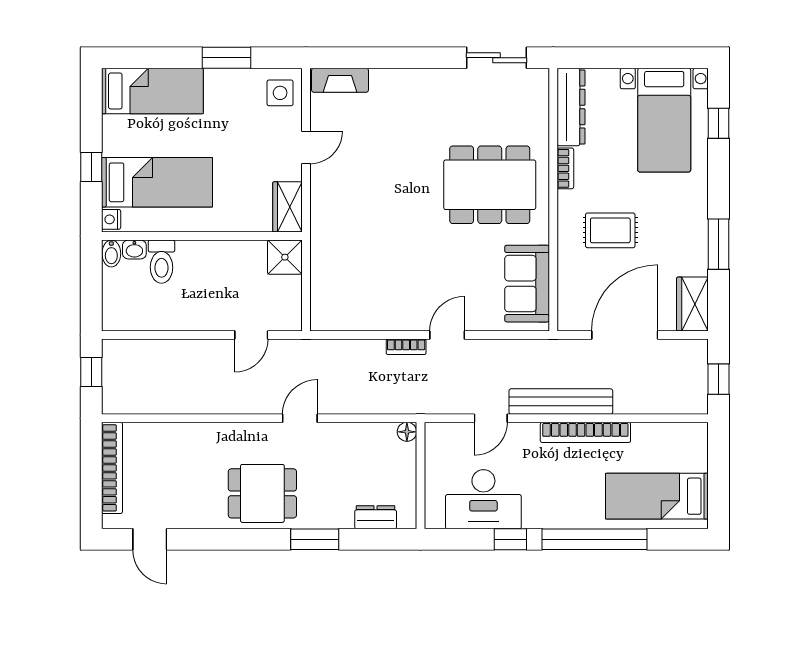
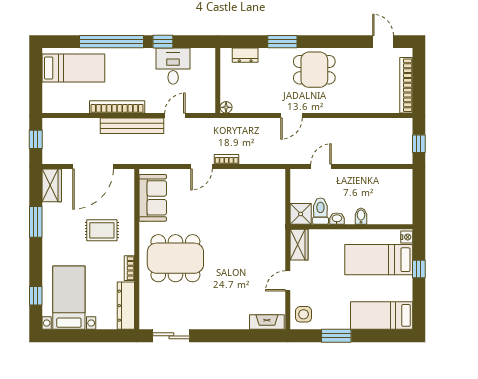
washbasin: (134, 250) -> (337, 219), moved
bidet: (111, 253) -> (361, 216), moved
toilet: (162, 262) -> (320, 211), moved
desk: (483, 499) -> (173, 66), width x0.73

